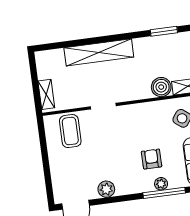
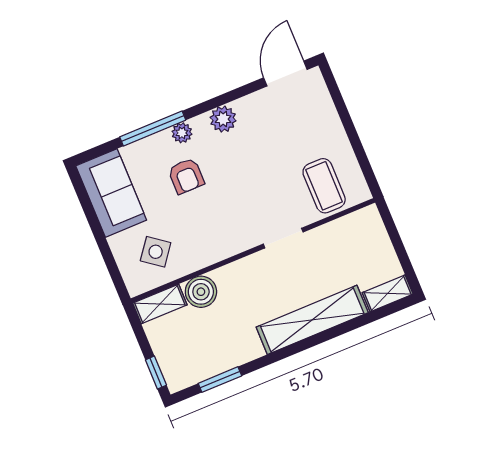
shelving: (46, 94) -> (388, 293), moved, turned 90
plant: (161, 184) -> (182, 133), moved
plant: (106, 189) -> (223, 119), moved

